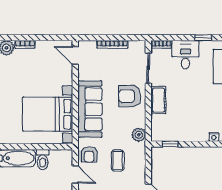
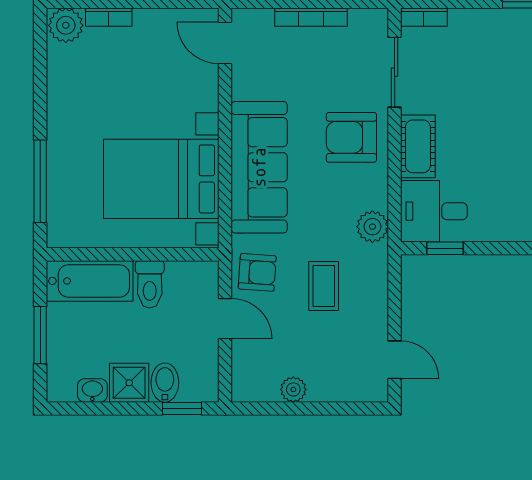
desk: (185, 55) -> (434, 211), moved, turned -90
armchair: (89, 154) -> (257, 272), turned -86

